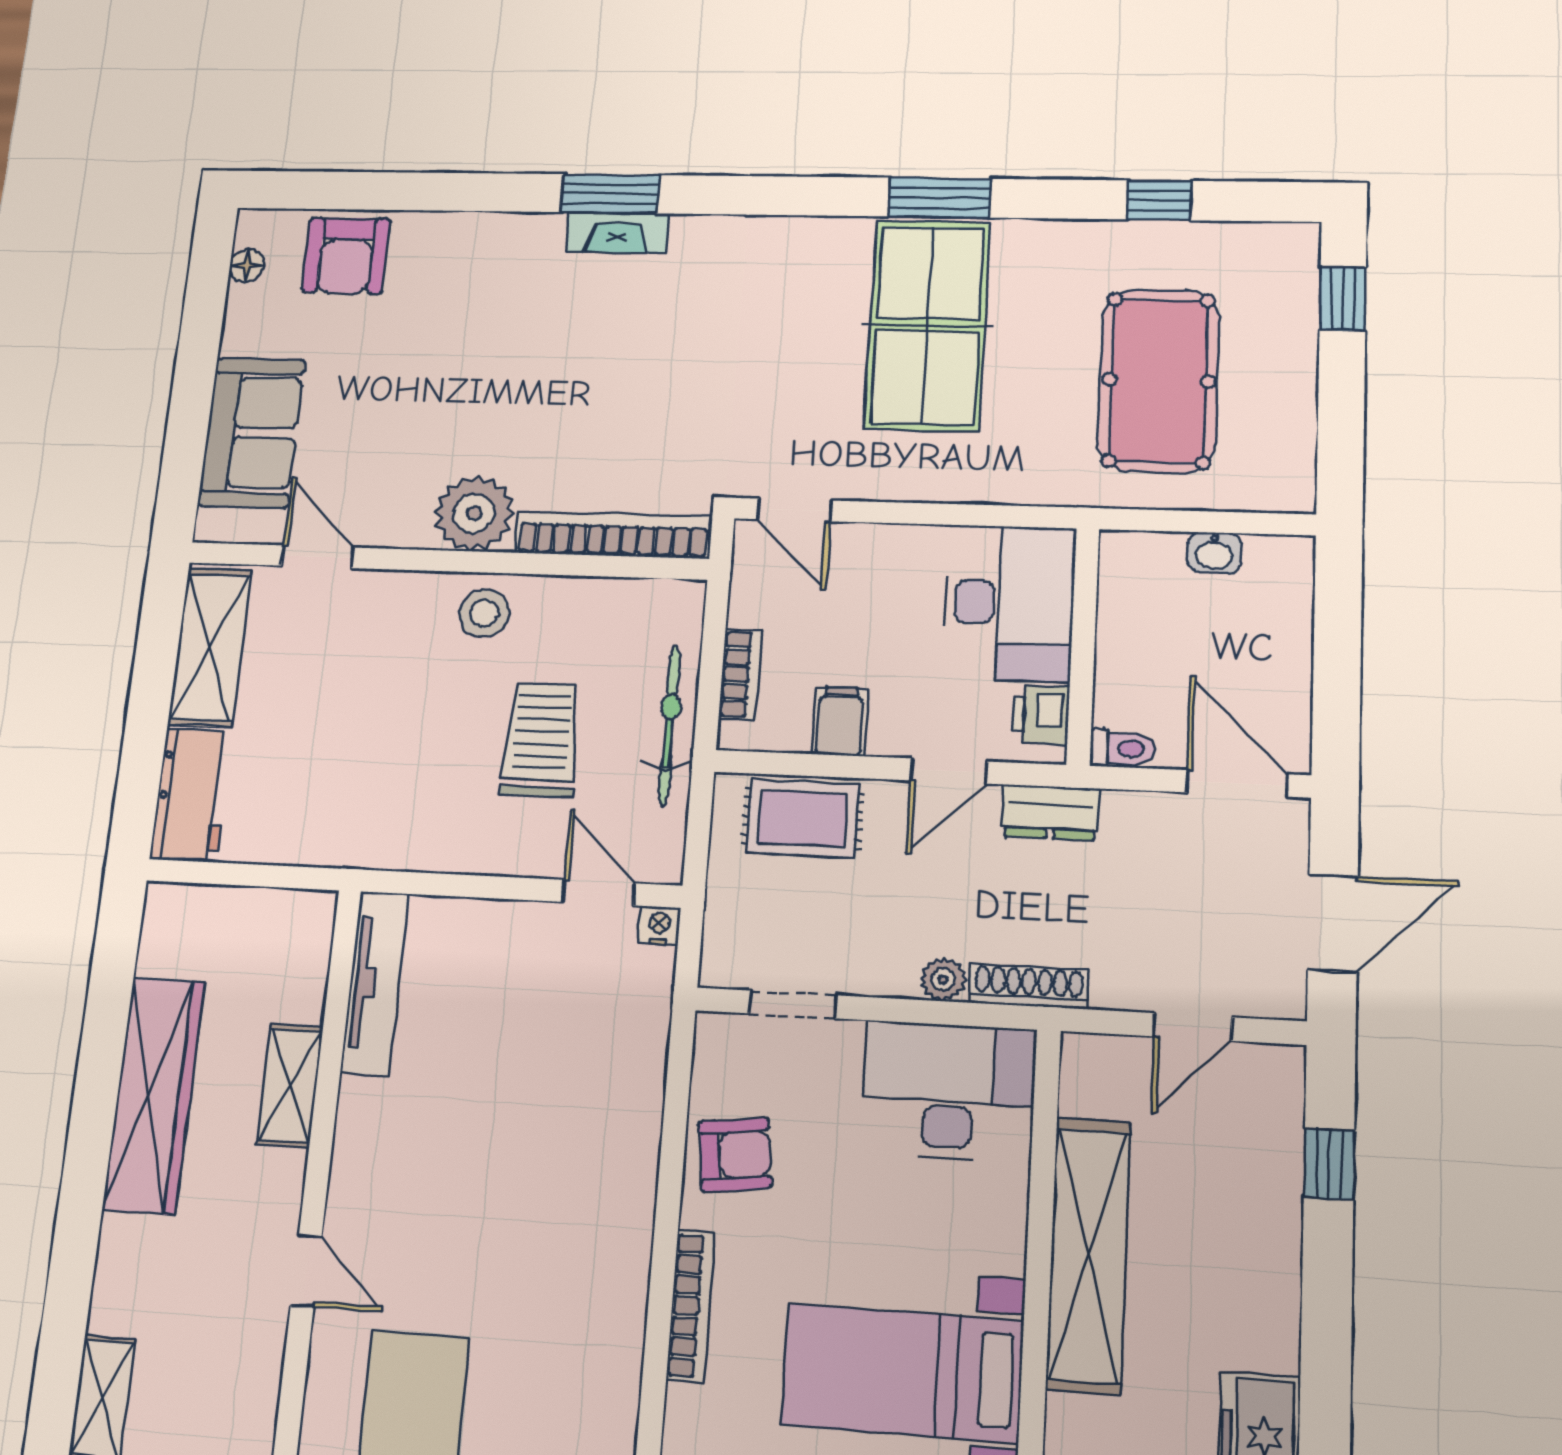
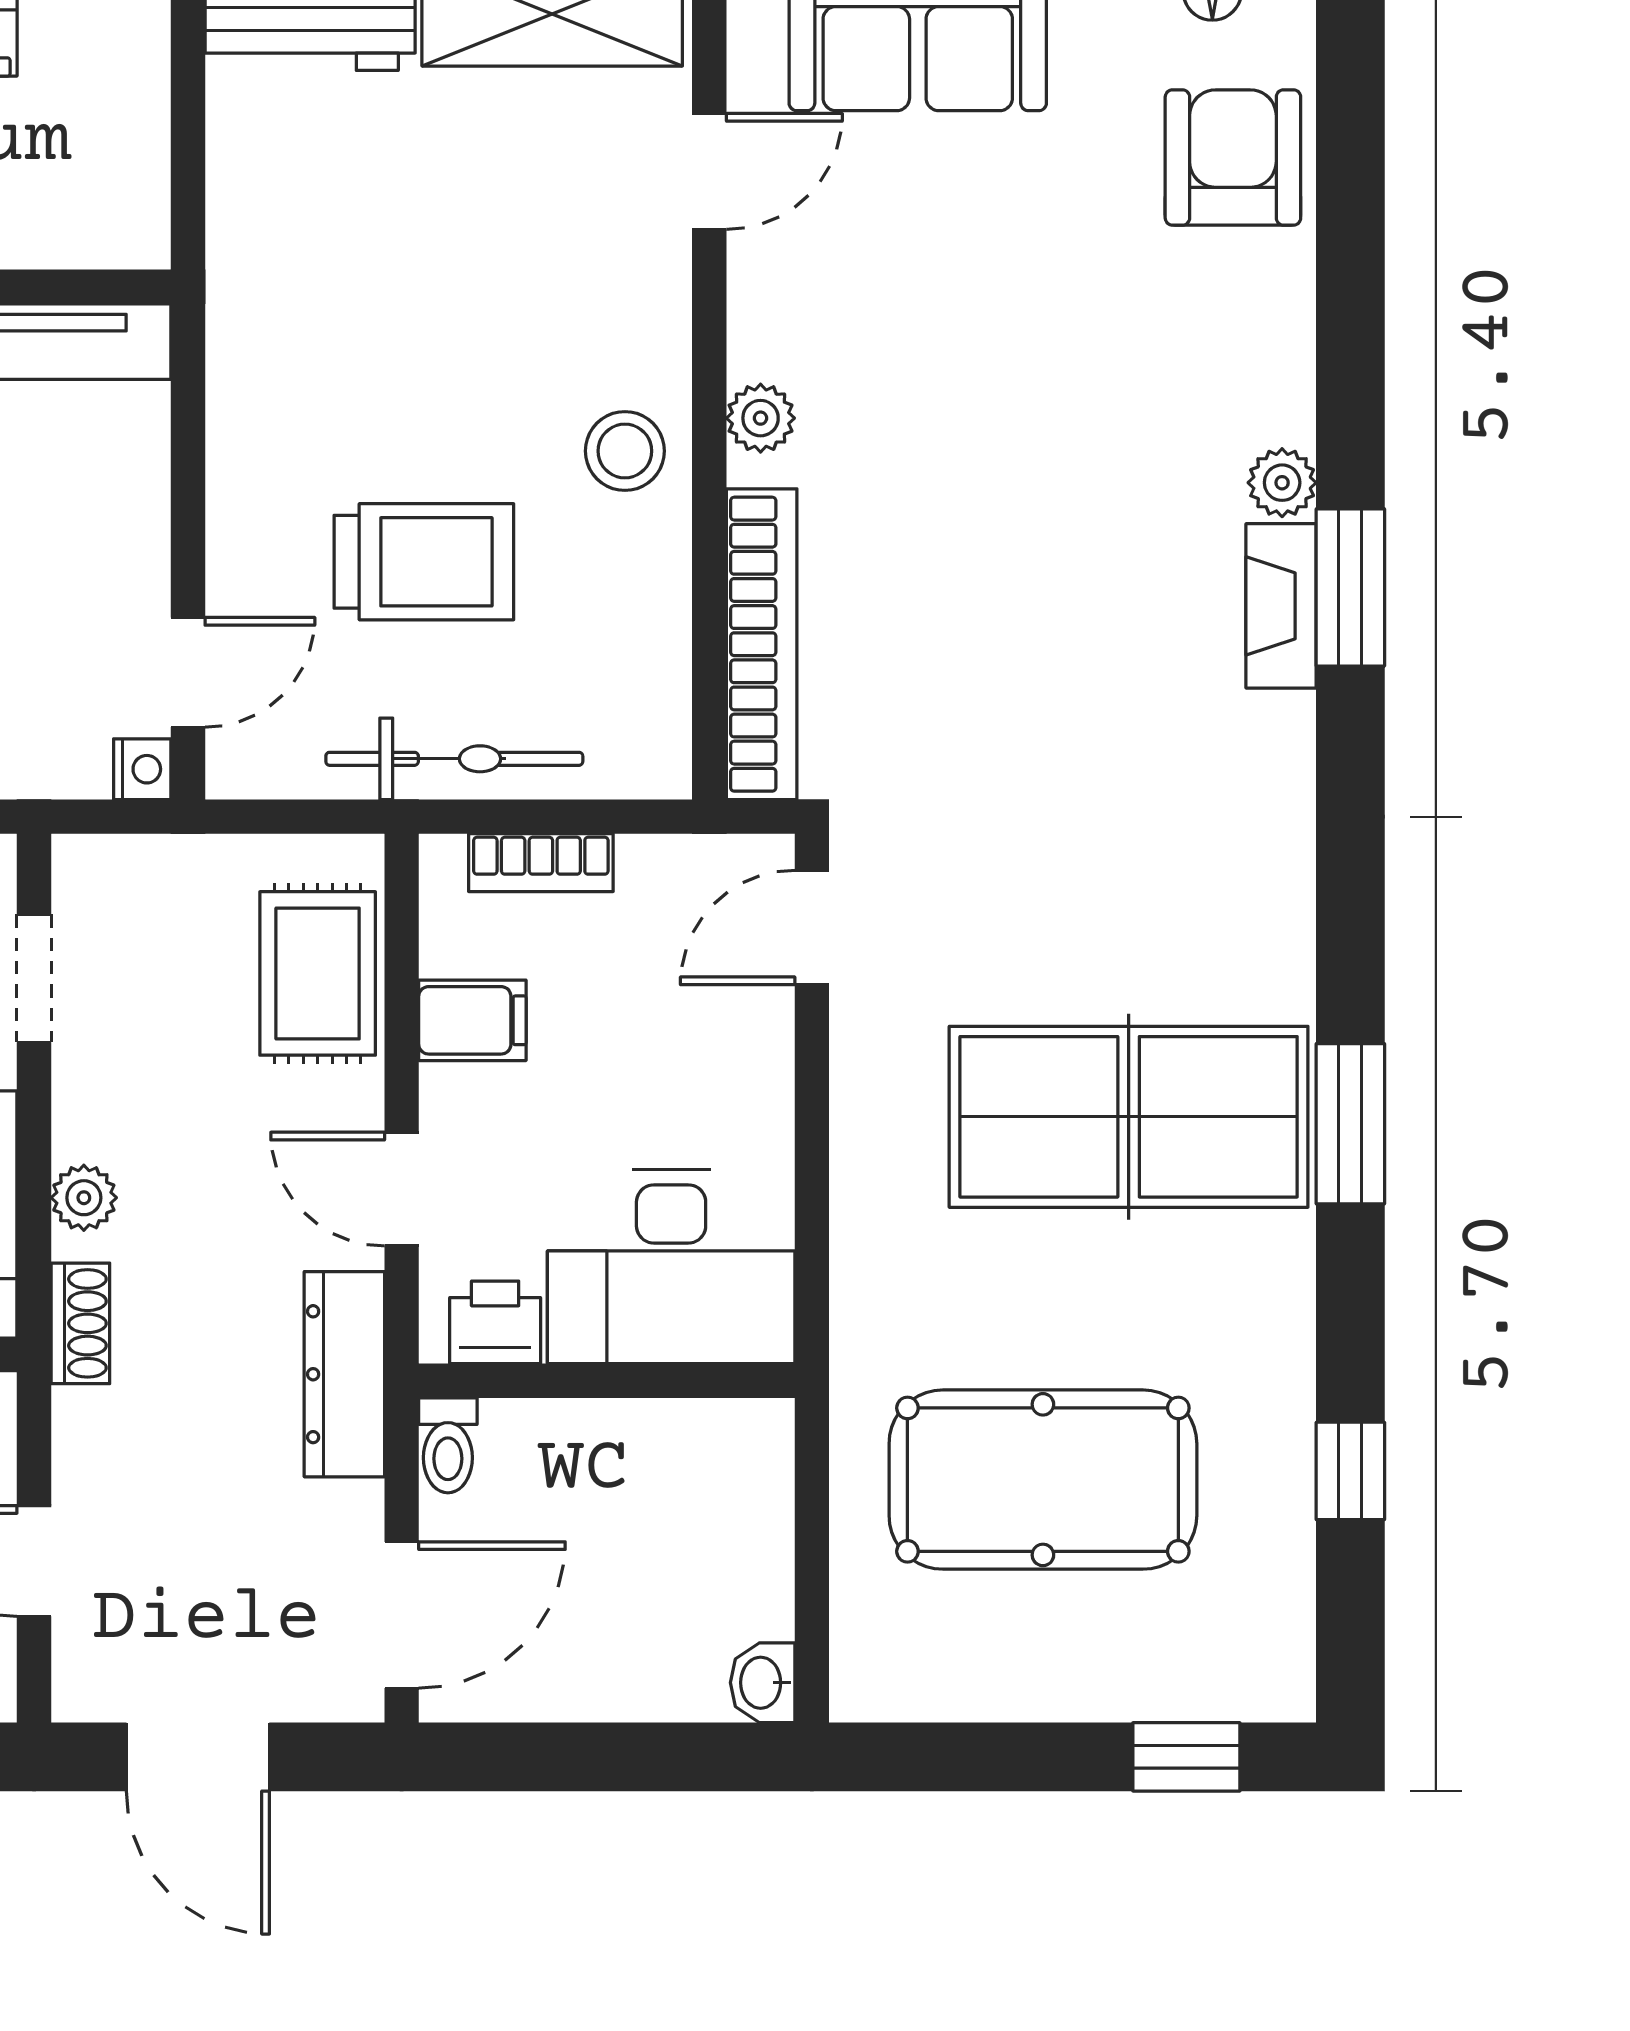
plant: (543, 231) -> (1282, 483), added
armchair: (346, 256) -> (1233, 157), turned 90
plant: (474, 513) -> (761, 418), width x0.53, depth x0.53
washbasin: (1214, 553) -> (763, 1683), moved
dresser: (1050, 812) -> (344, 1374), width x1.44
shoe rack: (1029, 986) -> (80, 1323), width x0.70

